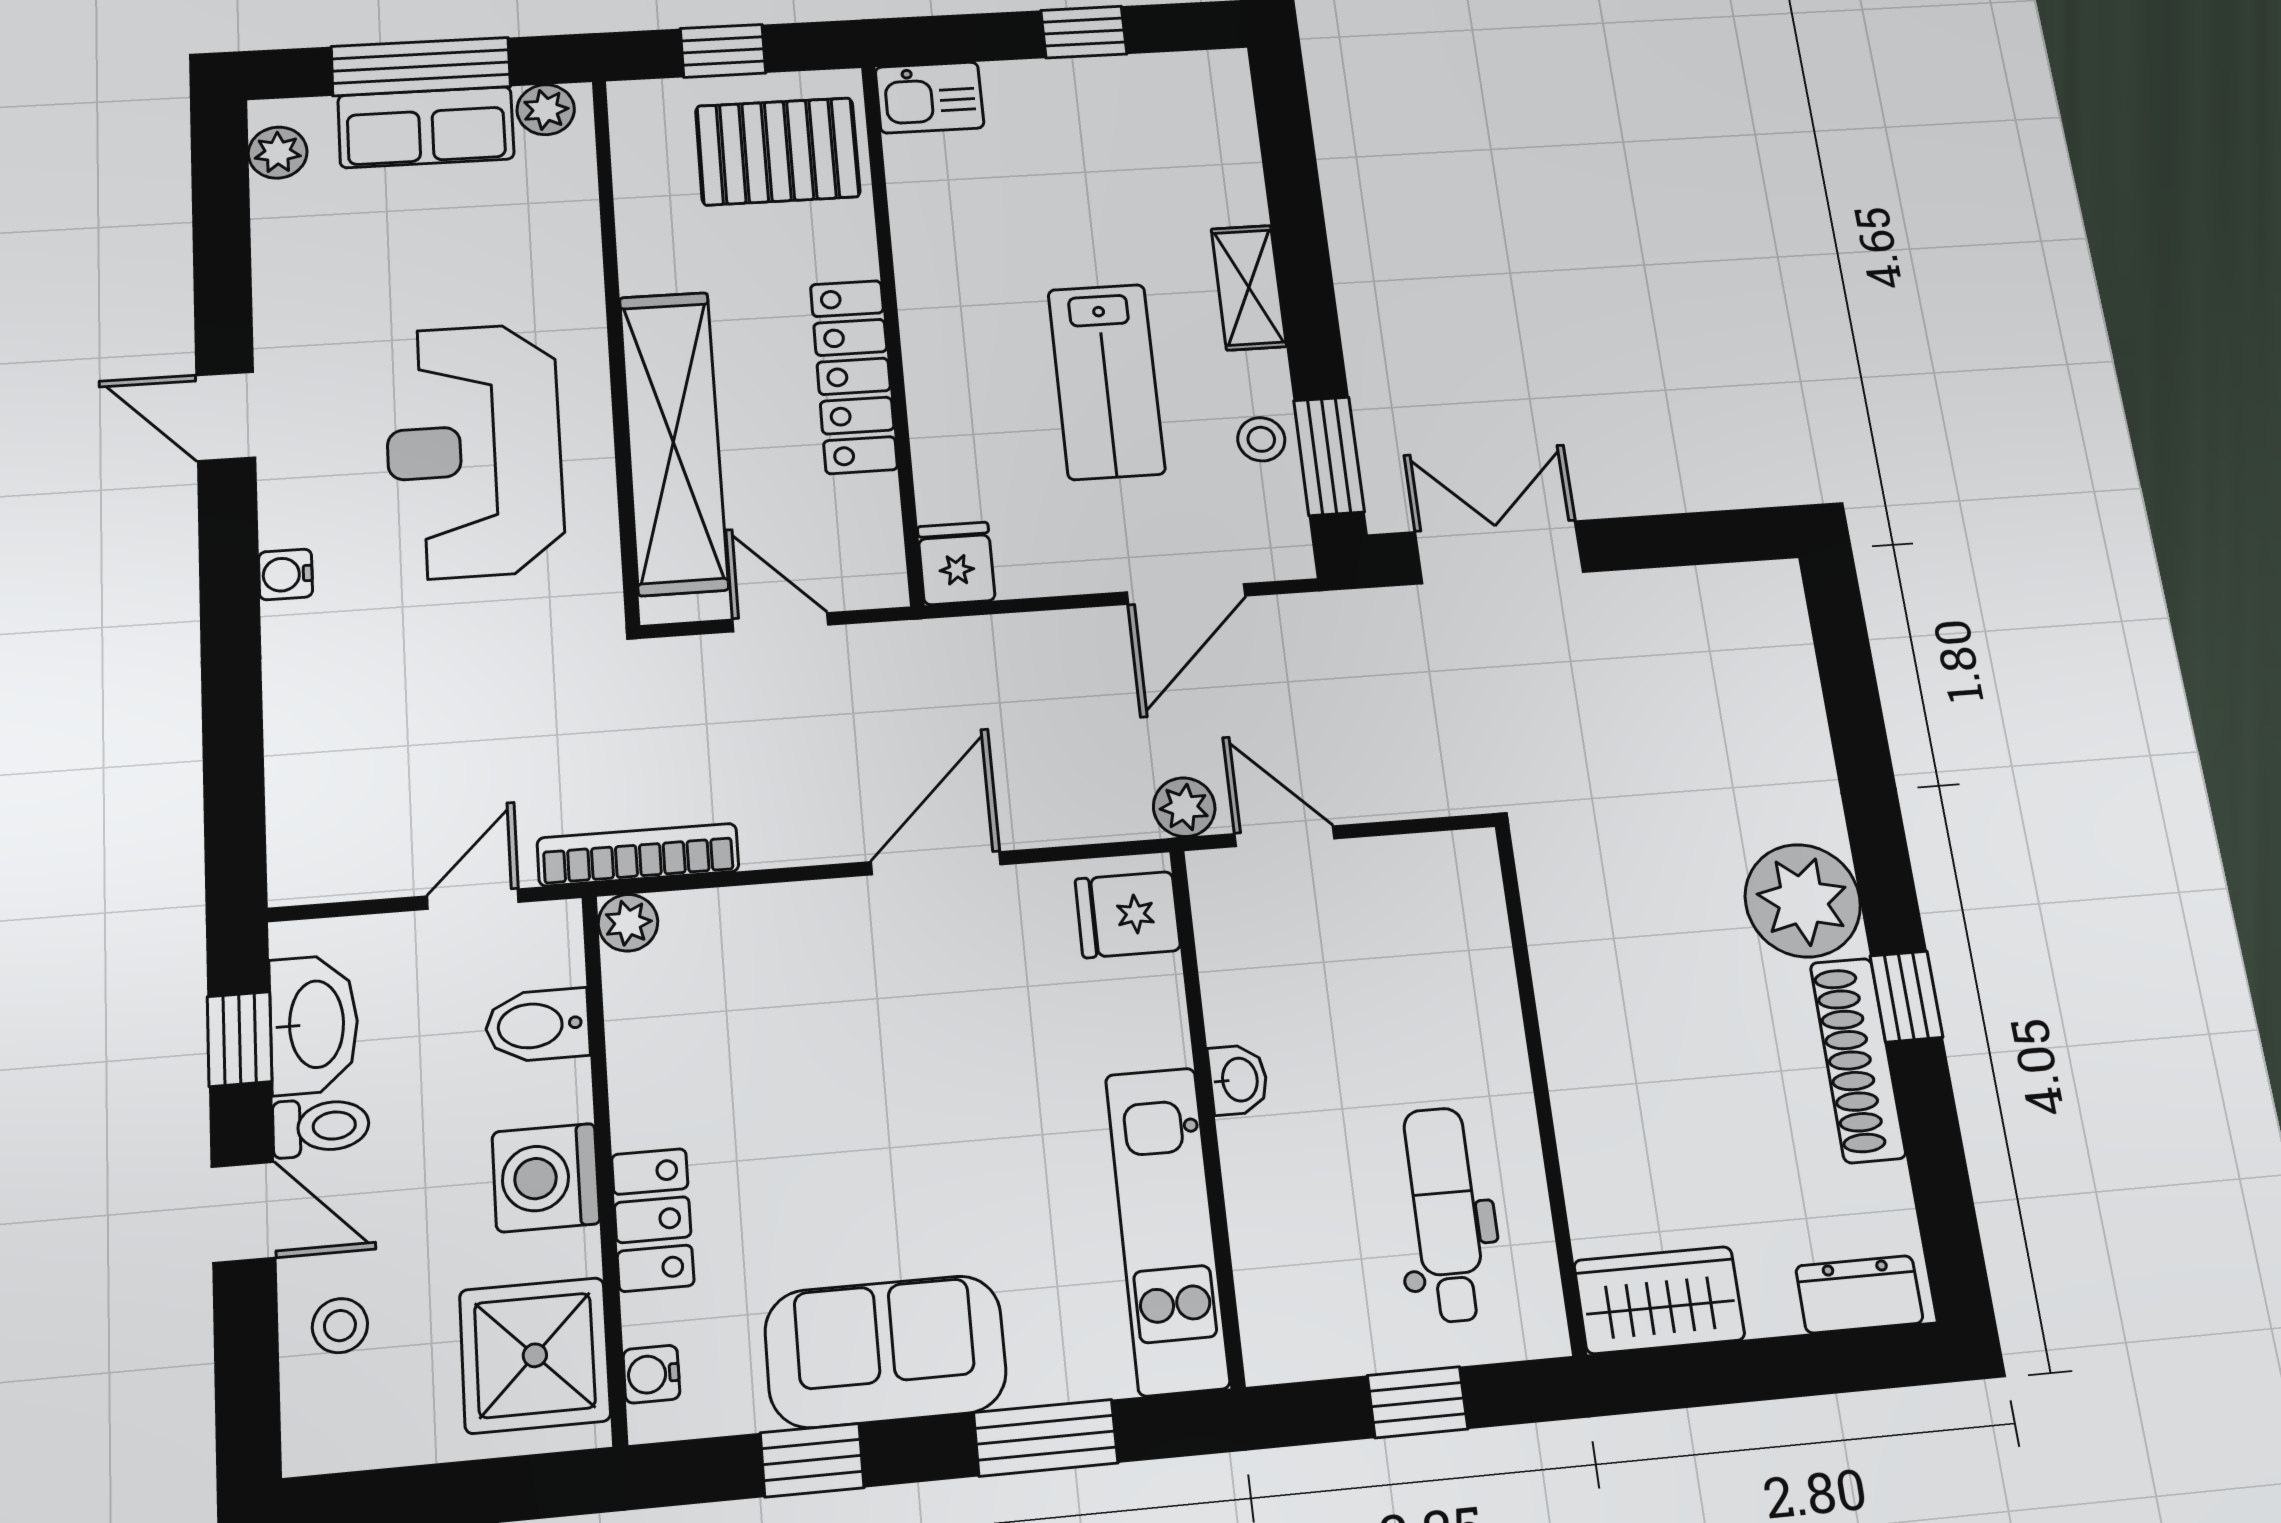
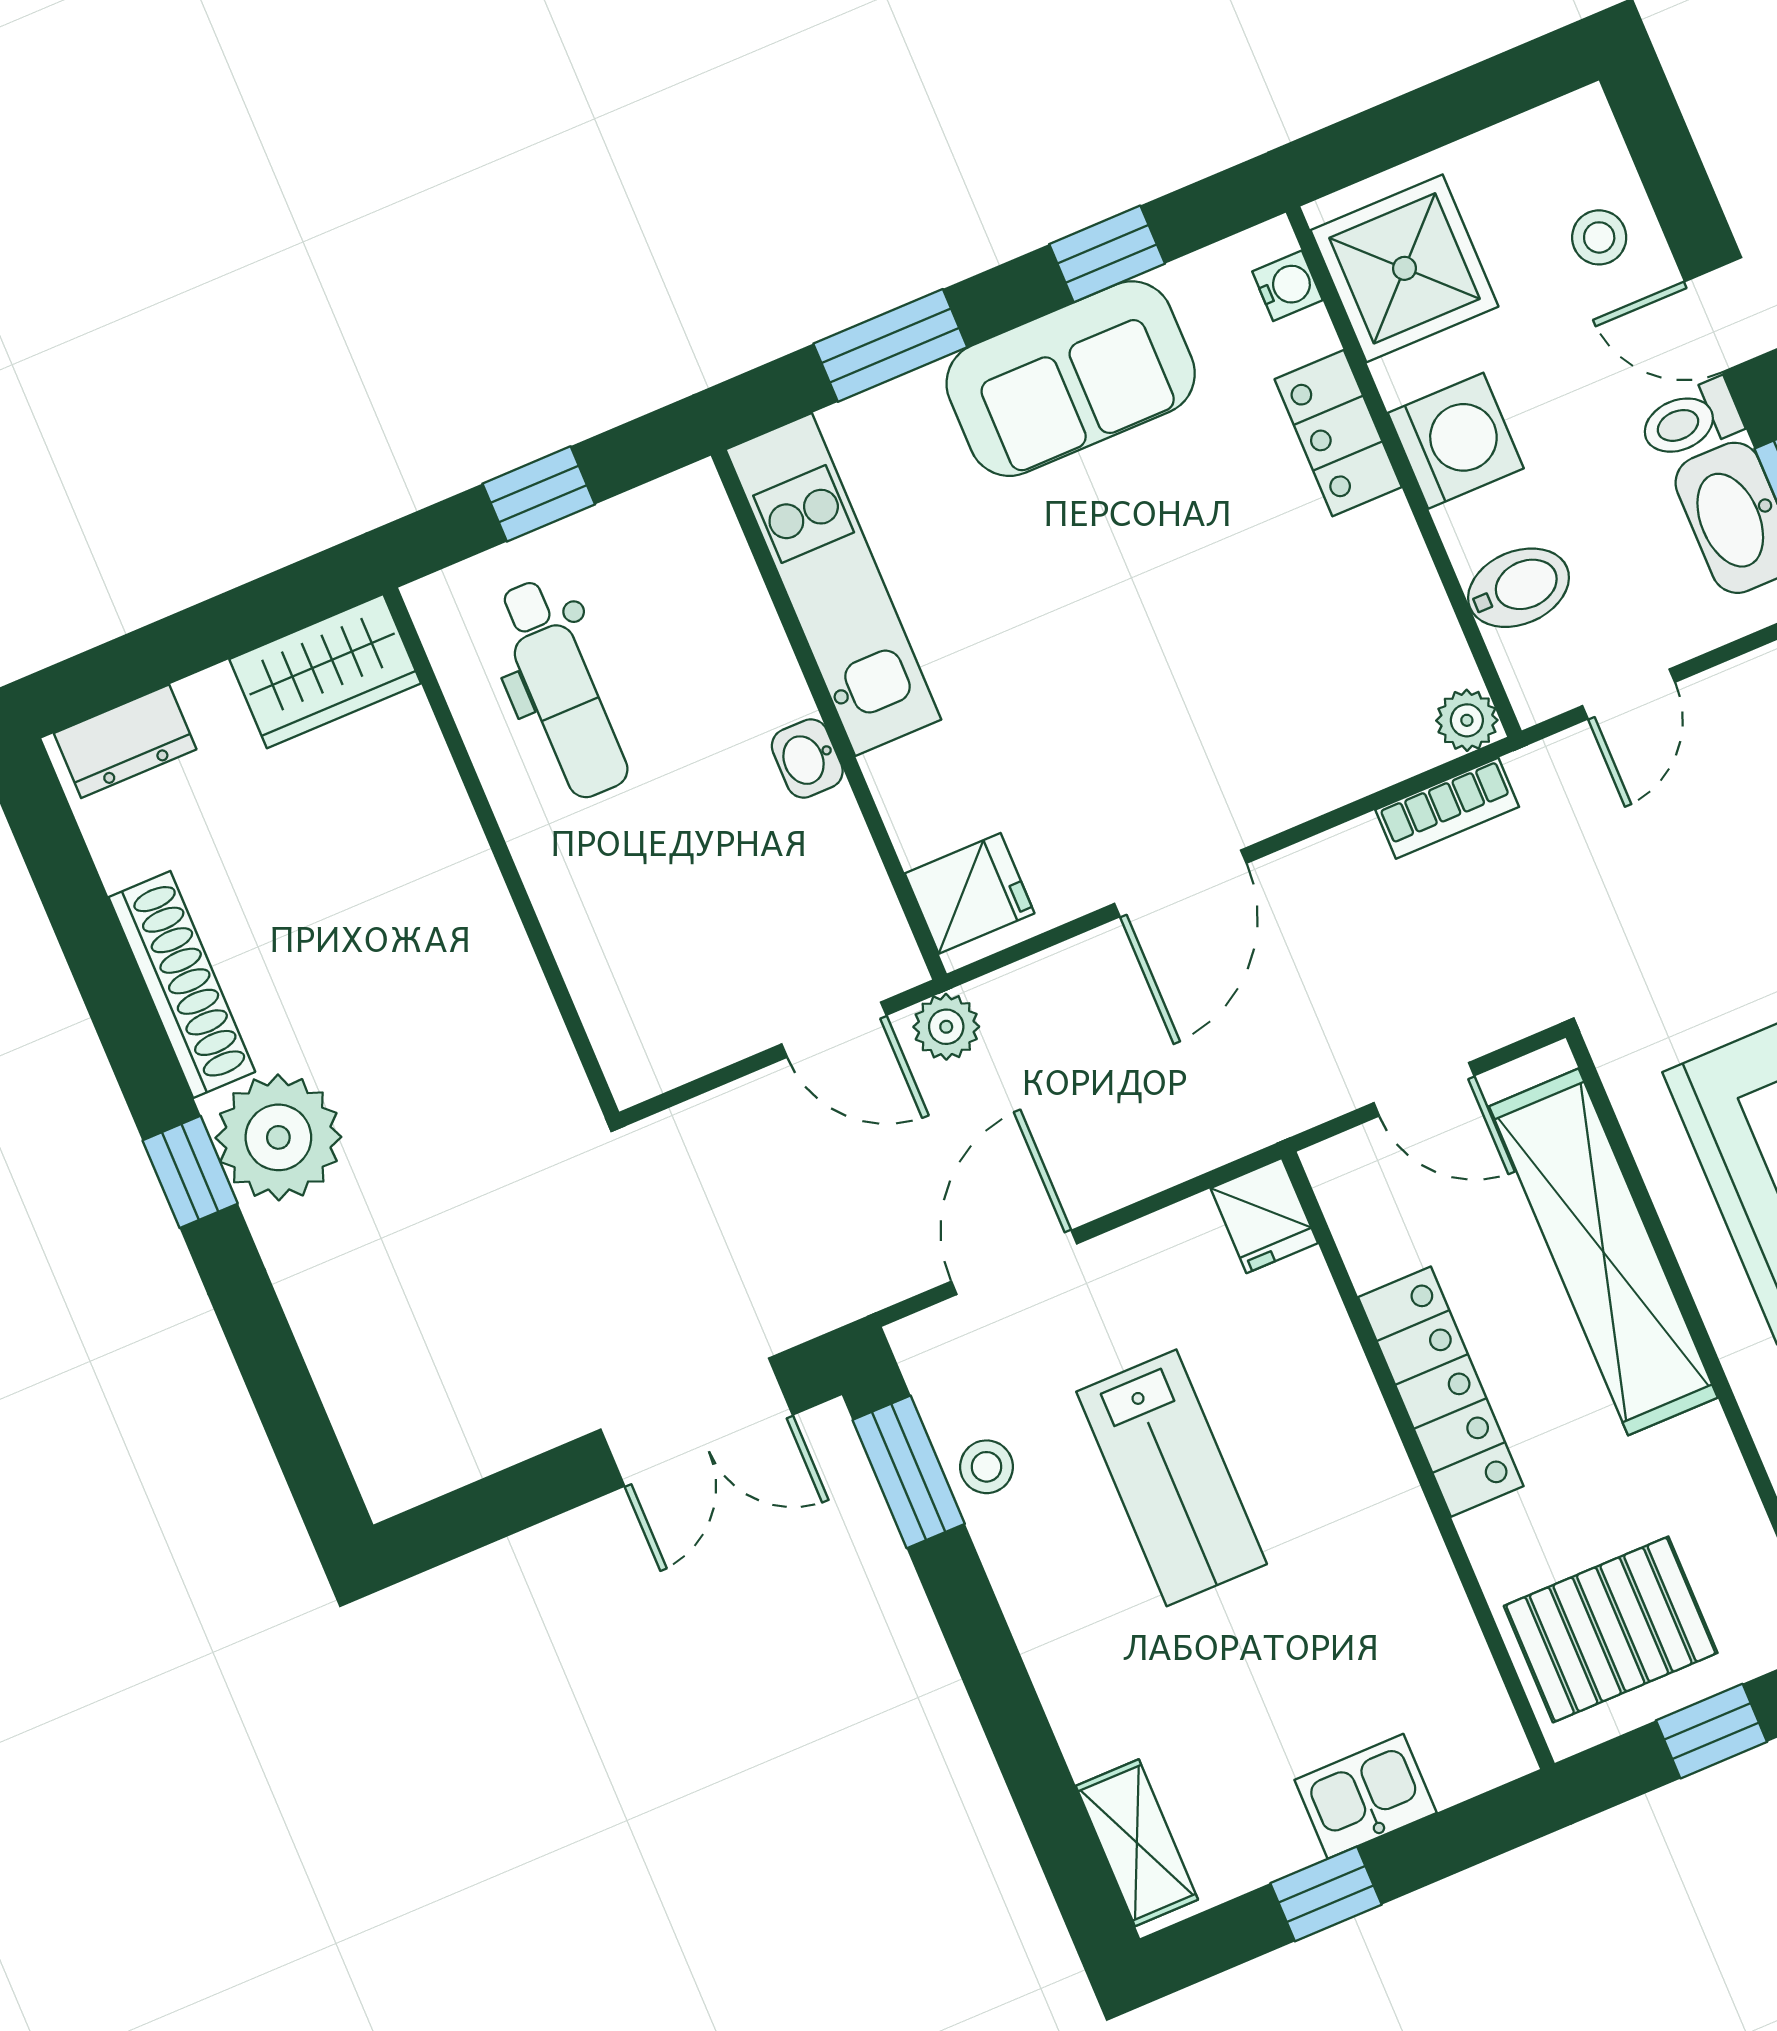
kitchen sink: (929, 98) -> (1366, 1796), moved
shelving: (1249, 288) -> (1137, 1843), moved
lab bench: (1106, 381) -> (1172, 1478), turned 180
bookcase: (638, 855) -> (1447, 808), width x0.64
window: (1906, 997) -> (190, 1172), moved

